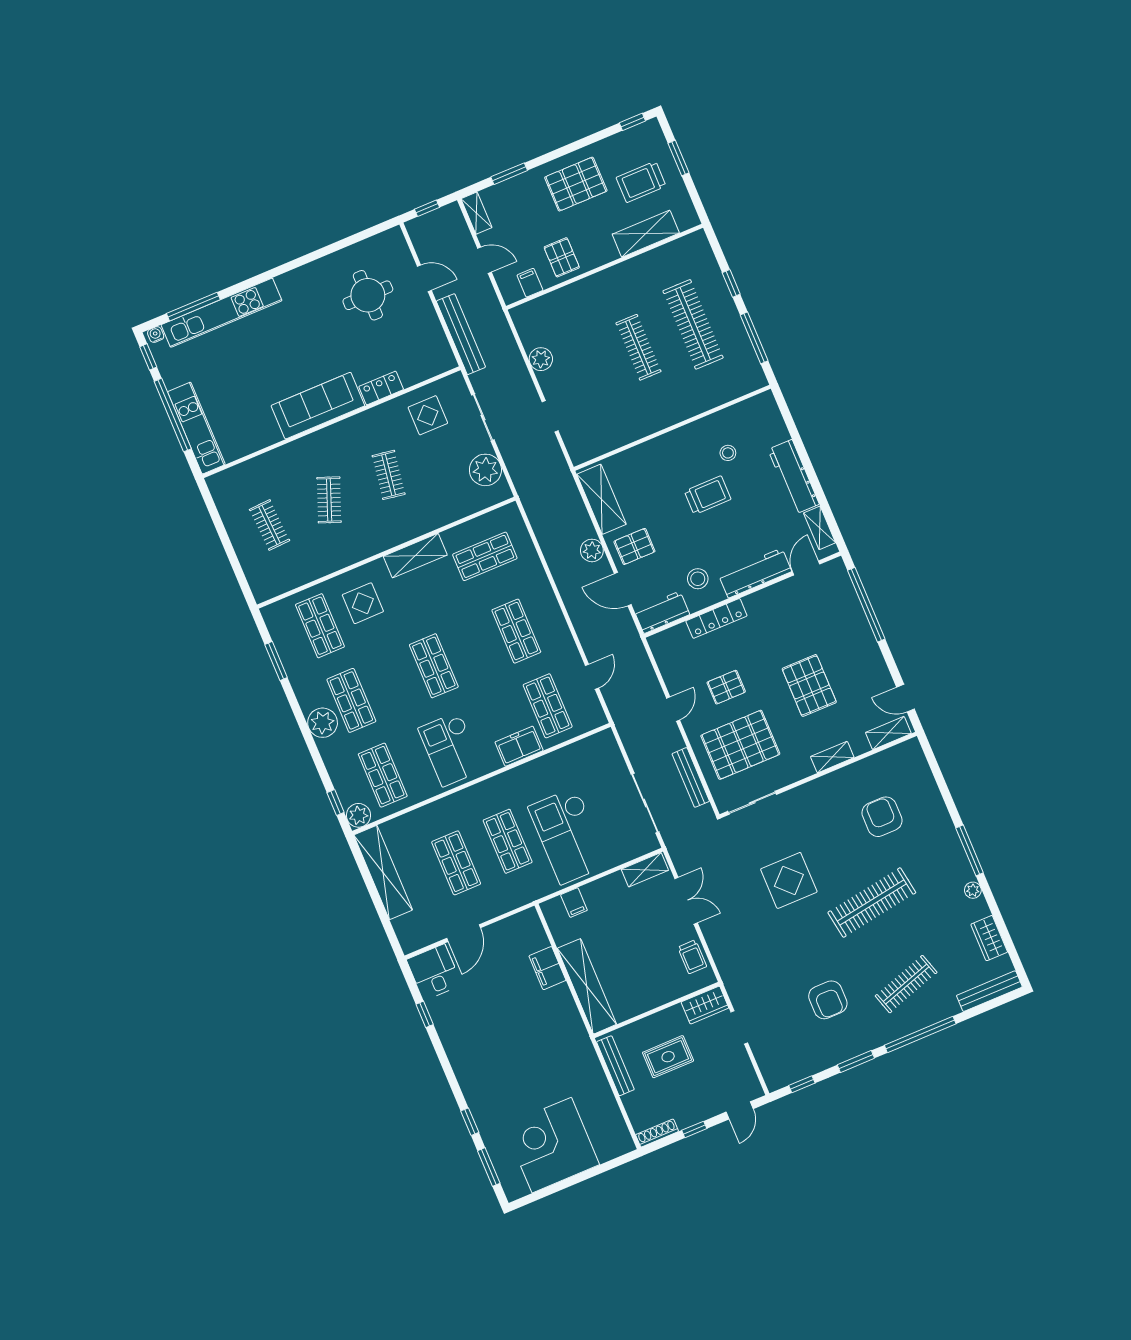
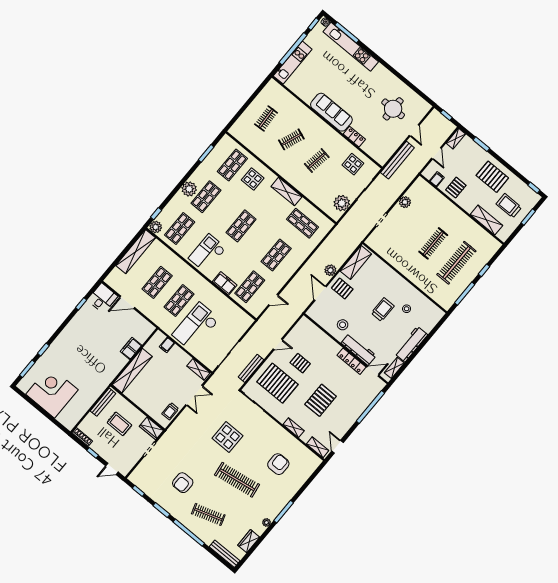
trolley: (708, 495) -> (383, 310), turned -90
workbench: (662, 612) -> (319, 316), removed
locker: (716, 618) -> (352, 361), moved

